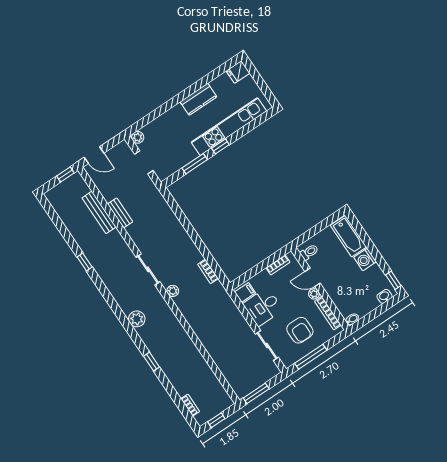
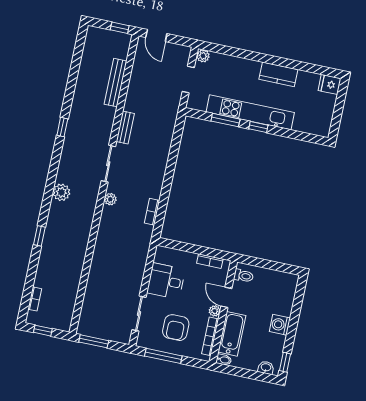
kitchen unit: (229, 127) -> (250, 112), moved
bench: (120, 213) -> (125, 127), moved
bathtub: (348, 236) -> (232, 334), moved, turned 180
window: (85, 262) -> (62, 127), moved
filing cabinet: (245, 292) -> (164, 256), removed

